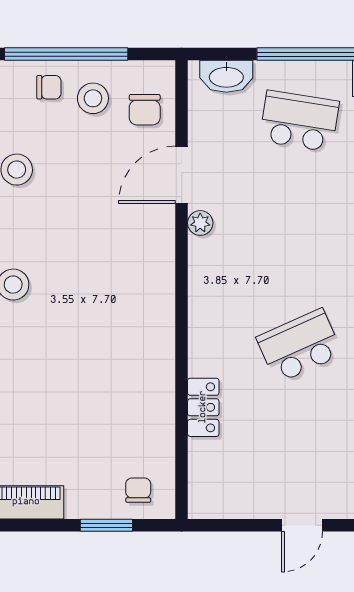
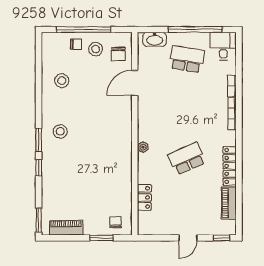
plant: (200, 223) -> (143, 147), moved
locker: (203, 407) -> (144, 197), moved

